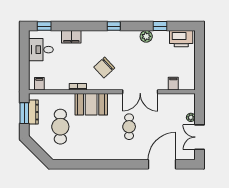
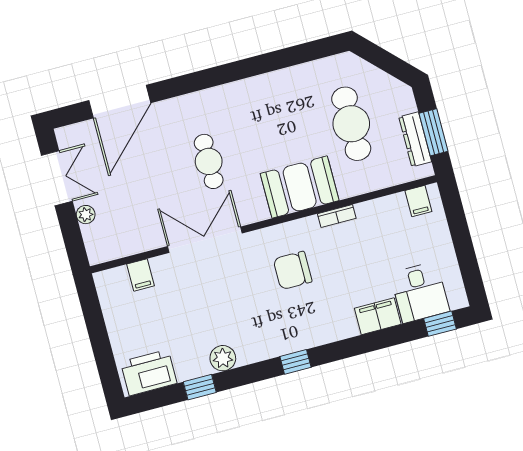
desk: (41, 50) -> (420, 292), moved, turned 90
chair: (104, 68) -> (293, 270), turned -137

